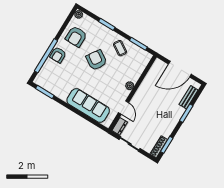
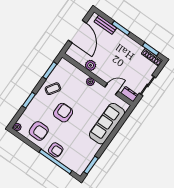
armchair: (96, 60) -> (63, 113), turned 147
plant: (146, 85) -> (91, 65), added

